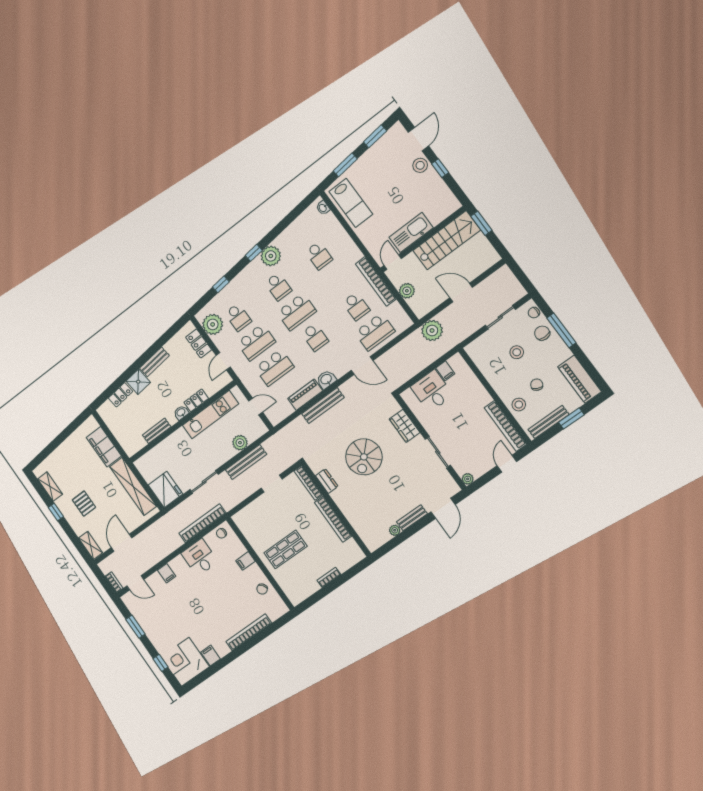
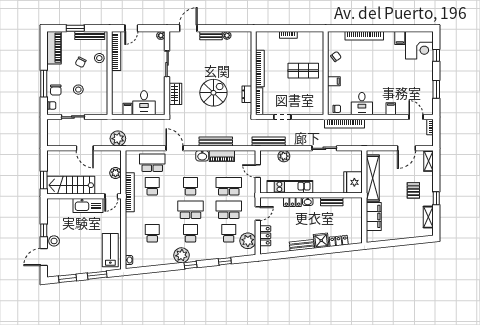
bench: (246, 462) -> (269, 142), moved
fridge: (165, 490) -> (353, 182), moved

